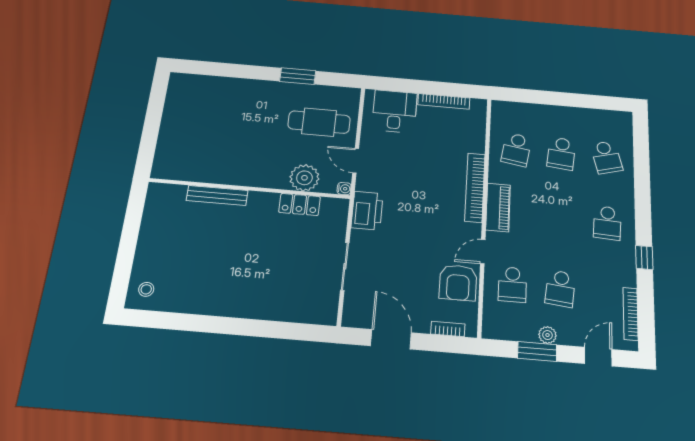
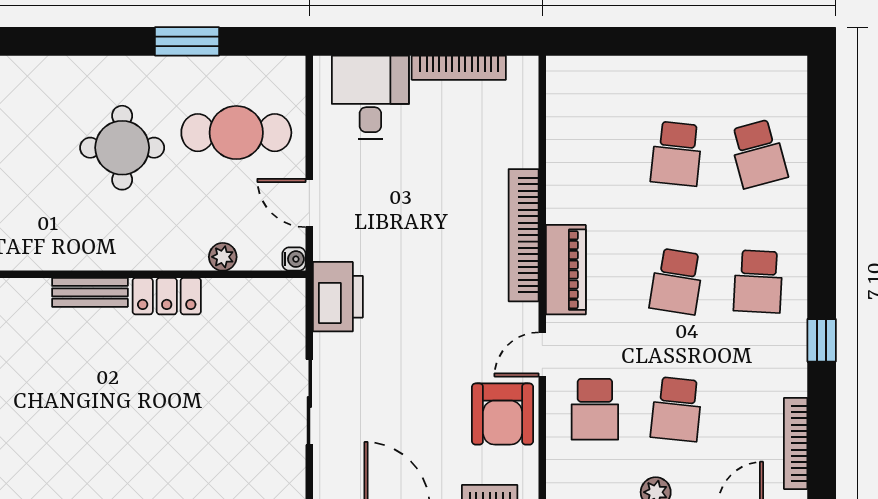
round table: (255, 124) -> (122, 148), added
school desk: (516, 150) -> (677, 281), moved
plant: (304, 178) -> (223, 257), width x0.53, depth x0.53
bench: (217, 195) -> (90, 292), width x0.73
locker: (299, 204) -> (167, 296), moved

